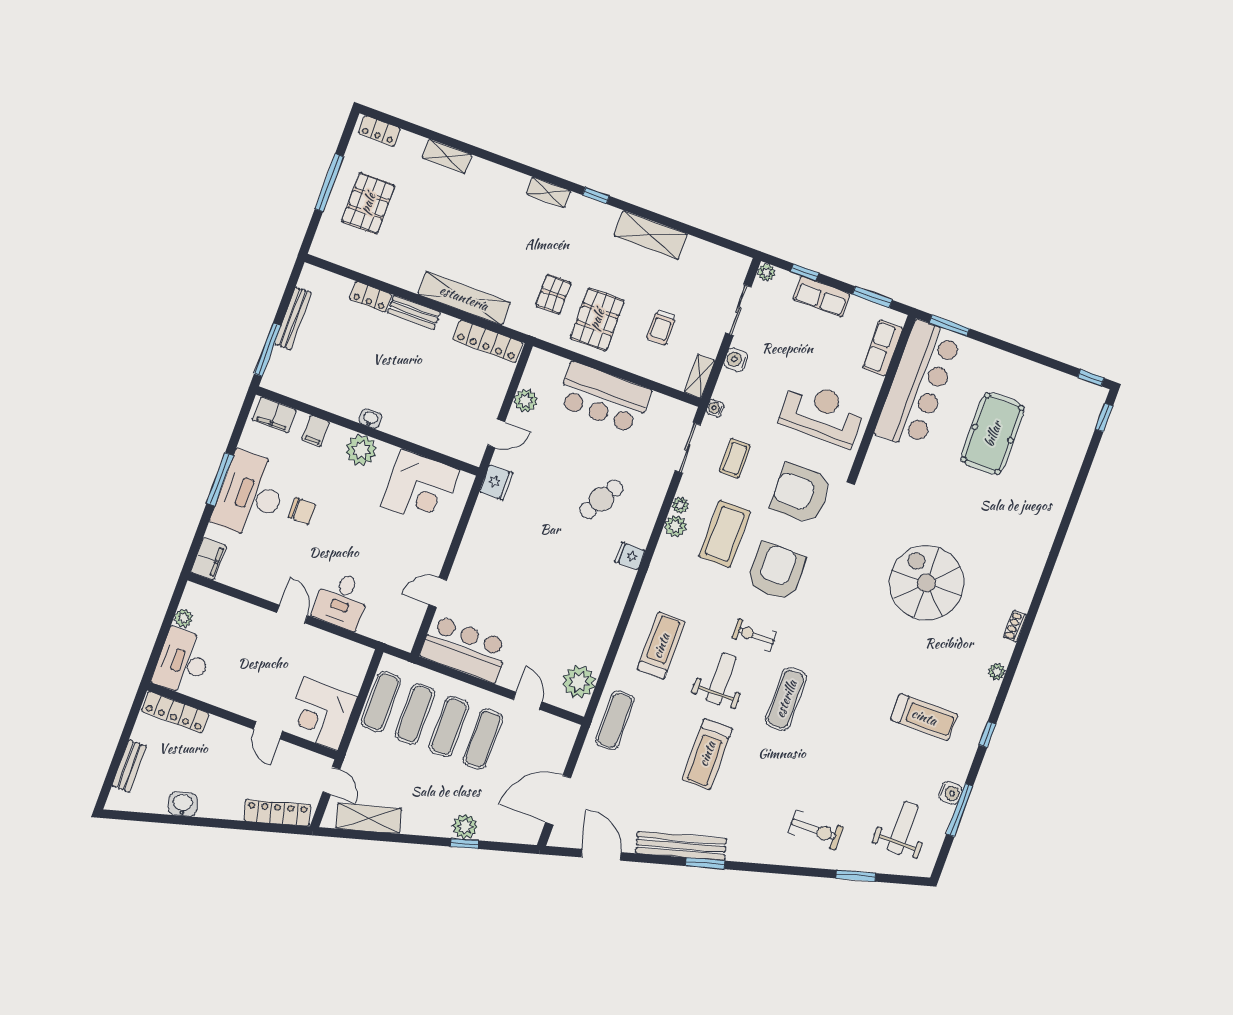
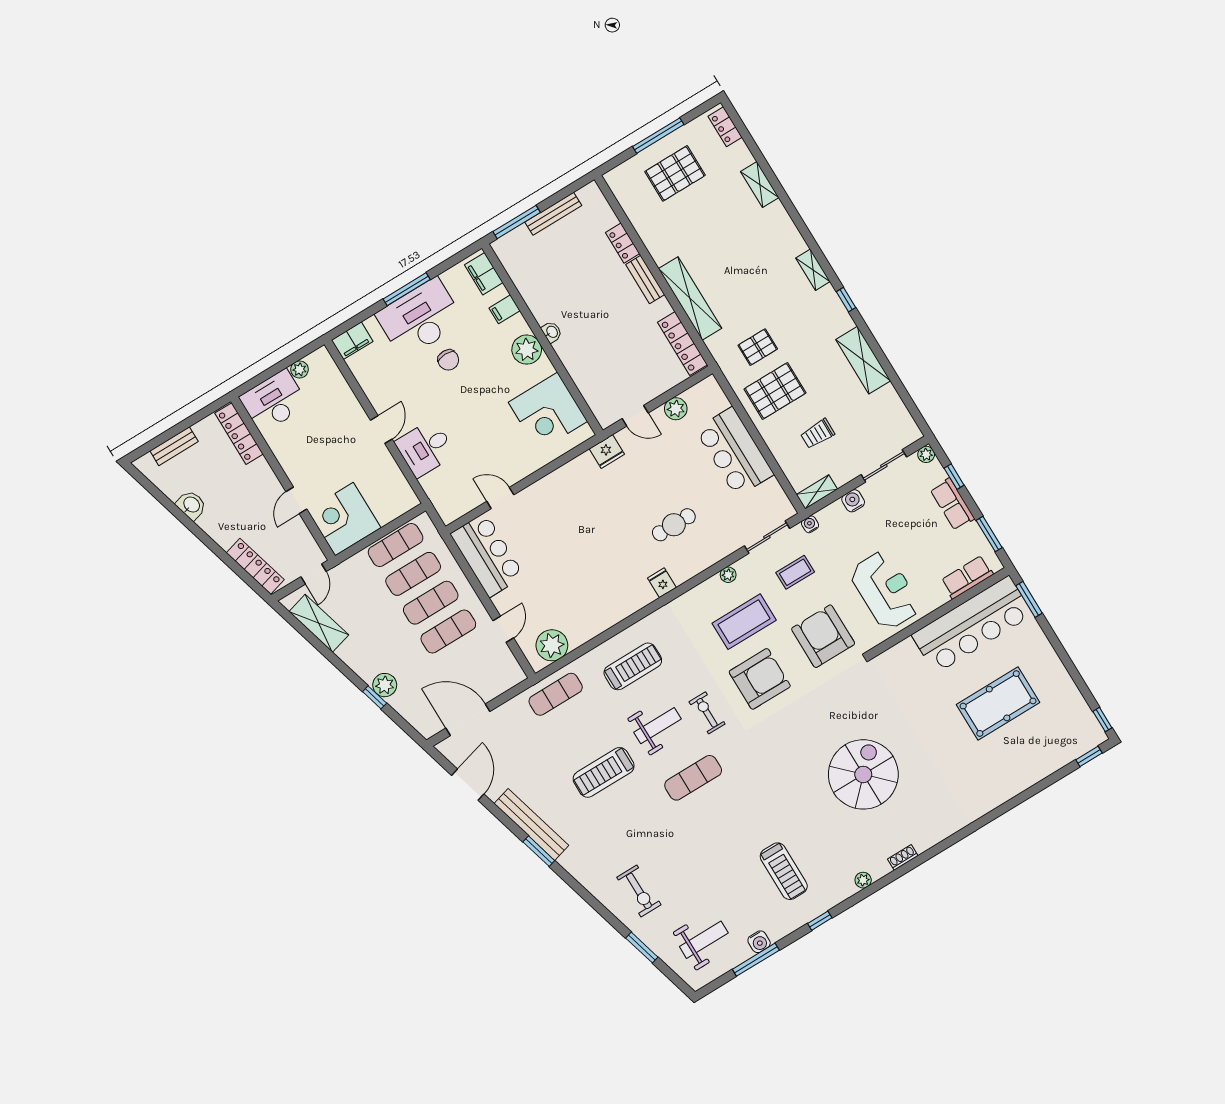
cafe table: (601, 499) -> (674, 525), turned -30
plant: (675, 526) -> (713, 587), removed

